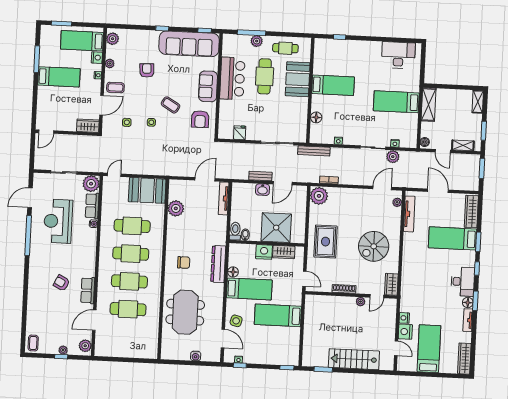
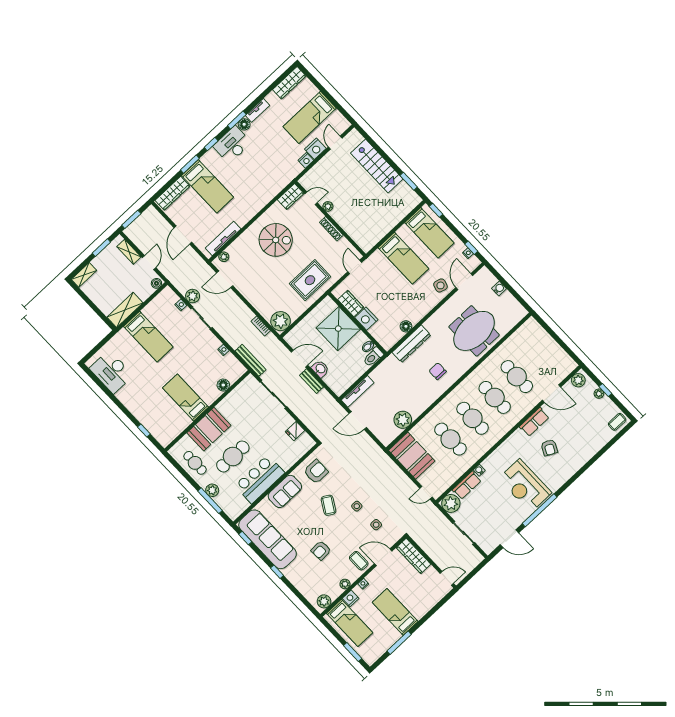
wardrobe: (88, 126) -> (414, 556), width x1.50
reception desk: (58, 221) -> (525, 486), moved, turned 90
bed: (249, 289) -> (429, 233), moved, turned 180

